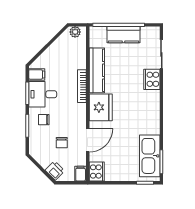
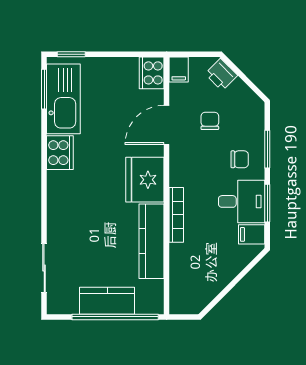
plant: (75, 32) -> (188, 305), removed
cooker: (152, 79) -> (60, 153), moved

